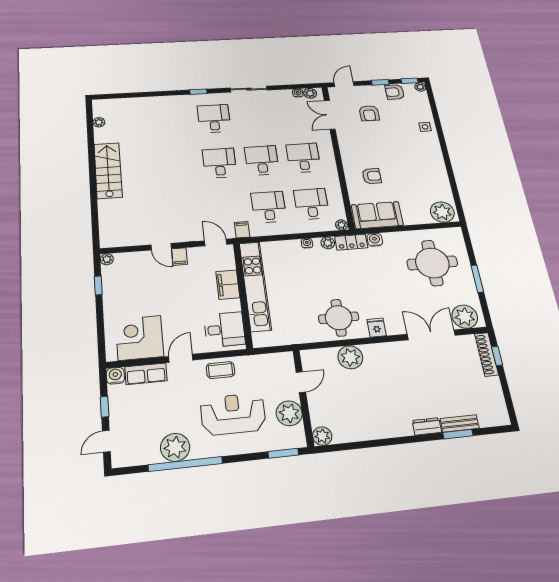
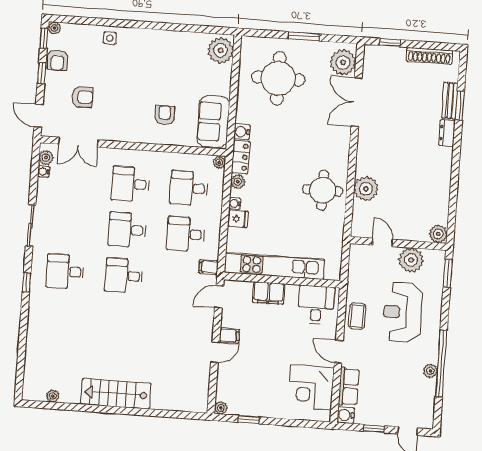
fridge: (377, 328) -> (238, 219), moved, turned 180
shoe rack: (486, 354) -> (429, 56), moved
plant: (175, 447) -> (430, 371), width x0.53, depth x0.53

